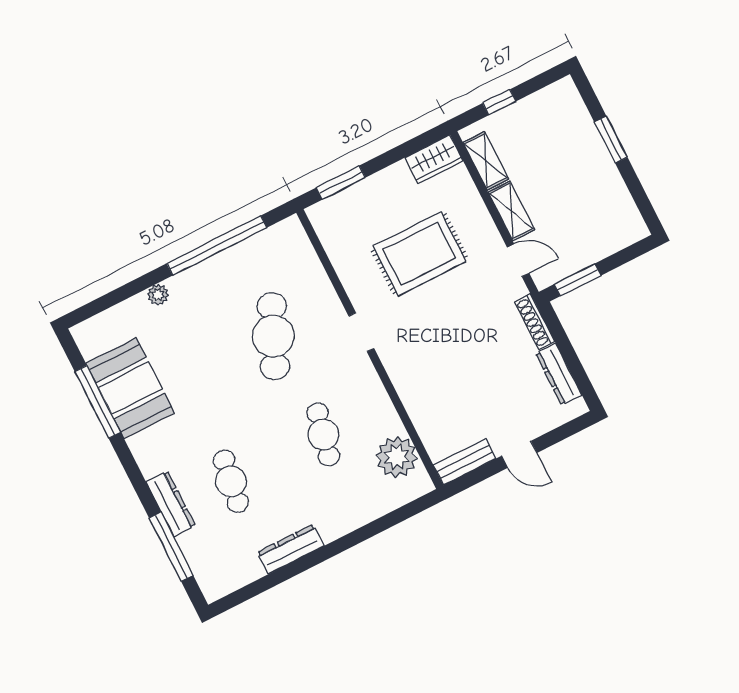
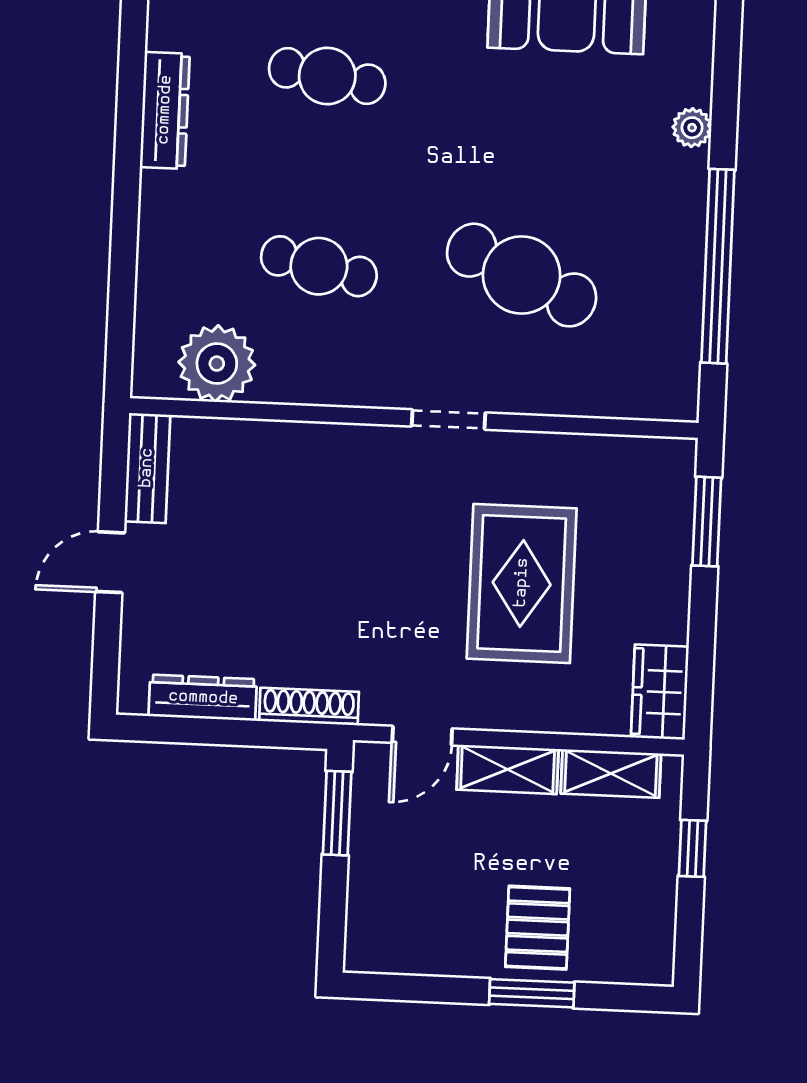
pallet: (578, 154) -> (538, 928), added

